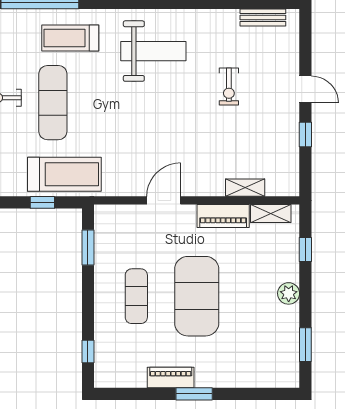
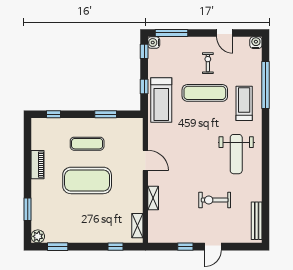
bench: (263, 18) -> (257, 221), width x1.36
exercise bike: (229, 87) -> (215, 200), width x1.38, depth x1.39
shelving: (245, 188) -> (153, 198), moved
piano: (223, 216) -> (136, 197), removed
window: (88, 247) -> (106, 114), moved
plant: (289, 293) -> (38, 236), moved
window: (194, 394) -> (28, 209), moved

